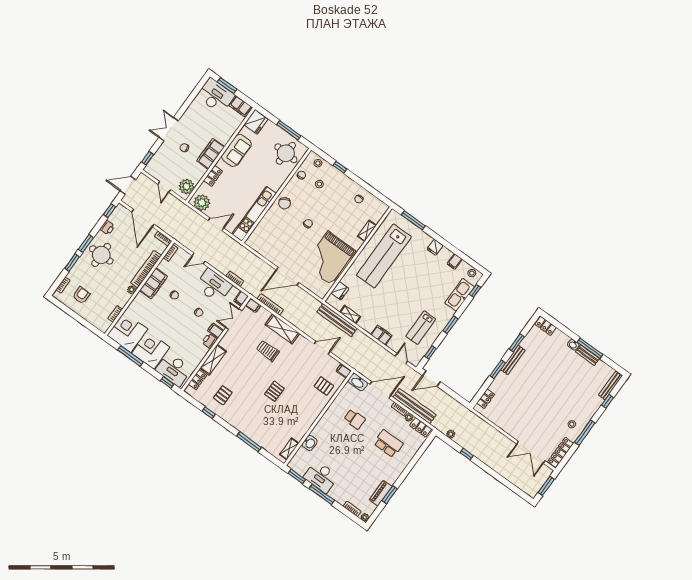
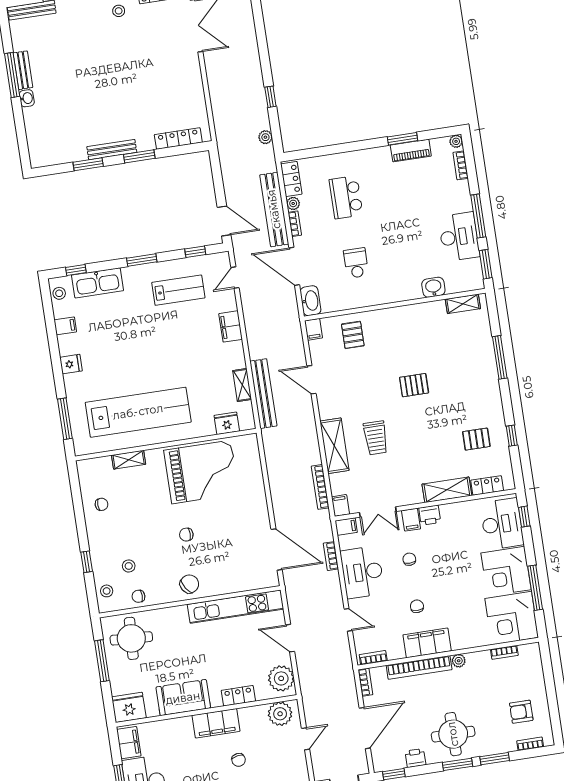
door: (288, 276) -> (277, 549), moved
locker: (546, 326) -> (36, 151), removed
locker: (486, 399) -> (178, 138), width x1.53

